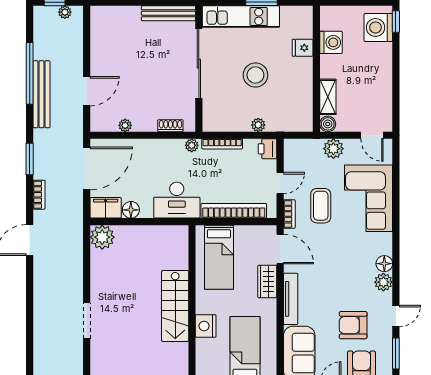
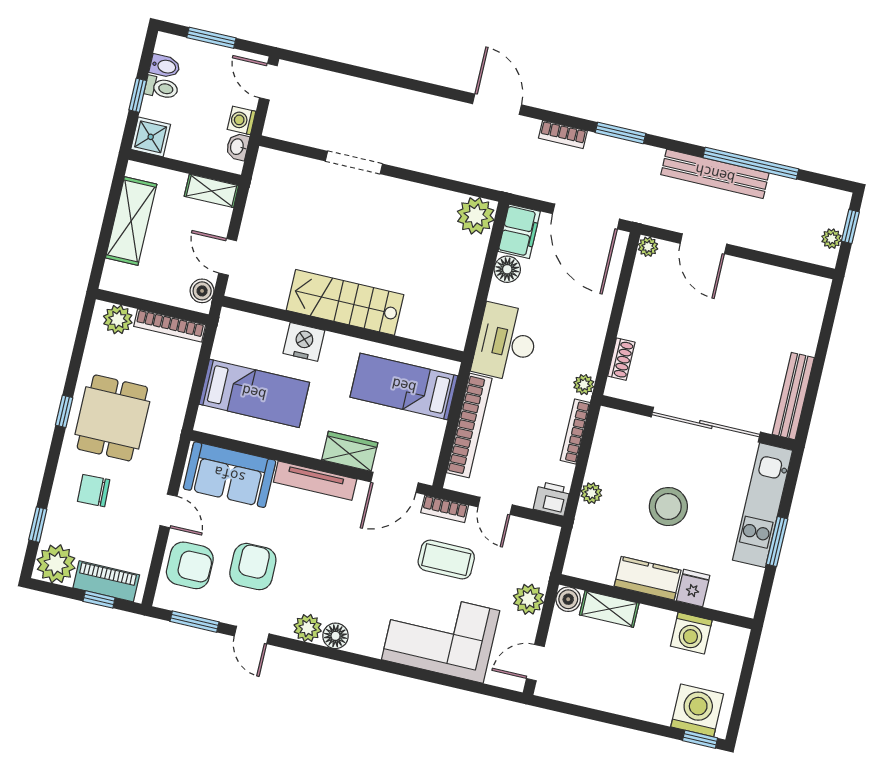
kitchen counter: (303, 77) -> (648, 578), added
plant: (125, 125) -> (648, 247), moved

